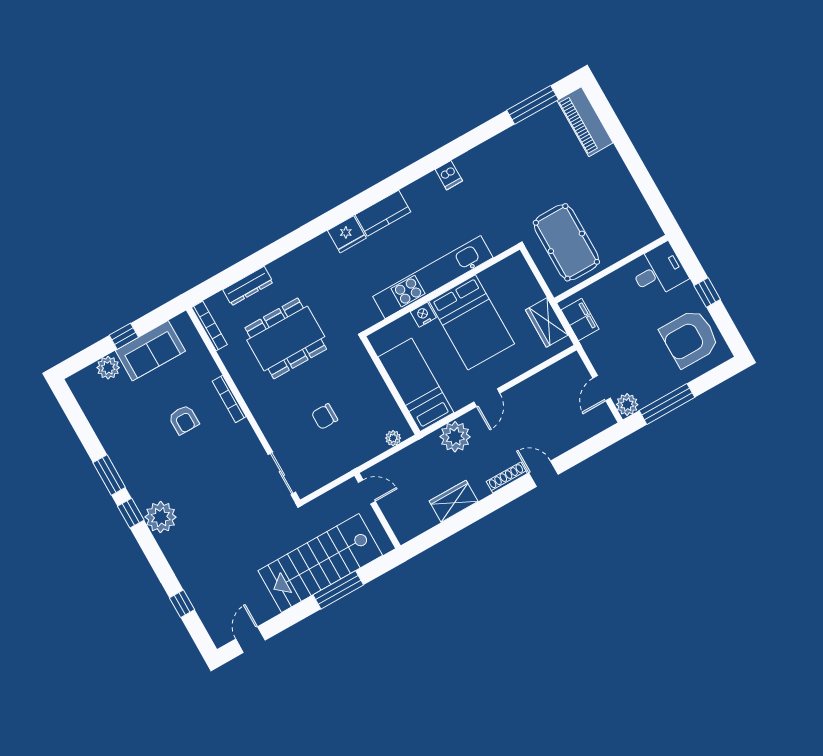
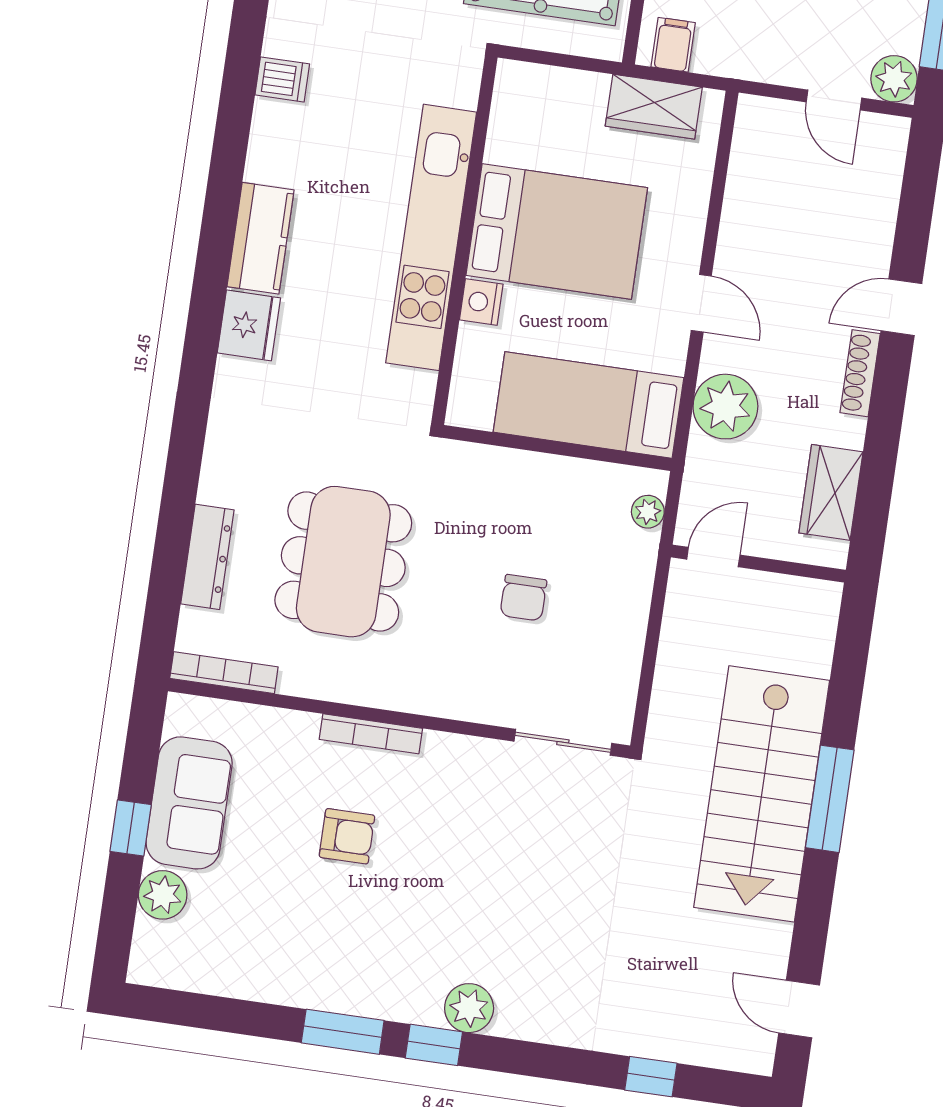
filing cabinet: (580, 319) -> (673, 45), width x0.50
door: (367, 492) -> (713, 557), moved
wall: (377, 511) -> (758, 564), moved
plant: (161, 517) -> (469, 1008), width x0.73, depth x0.73

